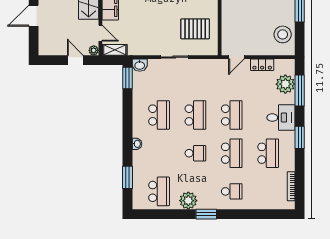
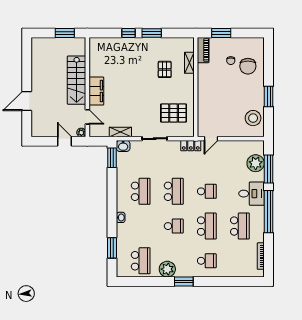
shelving: (115, 50) -> (120, 132), moved
locker: (262, 65) -> (191, 146), moved
school desk: (232, 115) -> (207, 191), width x0.54
window: (300, 137) -> (269, 212), width x2.11

